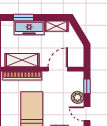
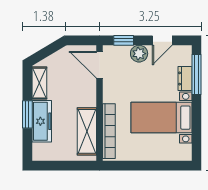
window: (23, 18) -> (27, 114), moved
door: (58, 69) -> (99, 65), moved

